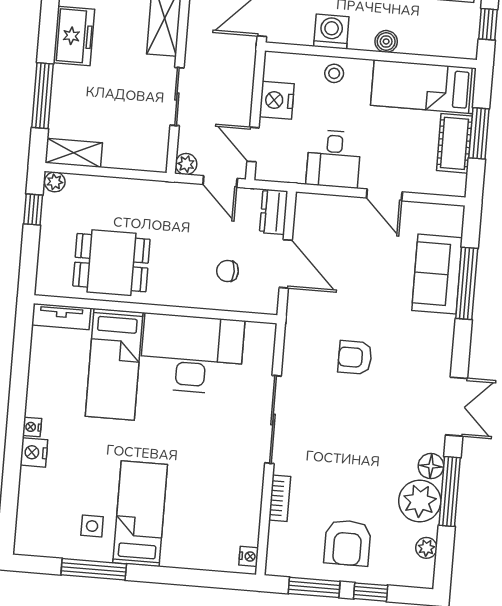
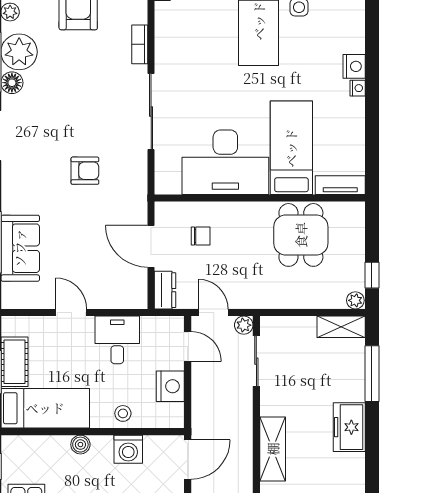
sliding door: (177, 97) -> (256, 361), moved
dining table: (111, 263) -> (301, 235), turned 90

